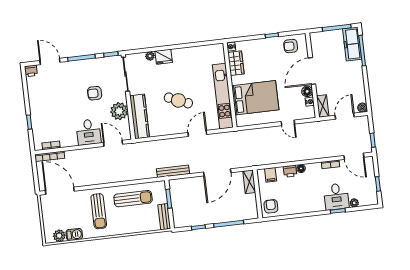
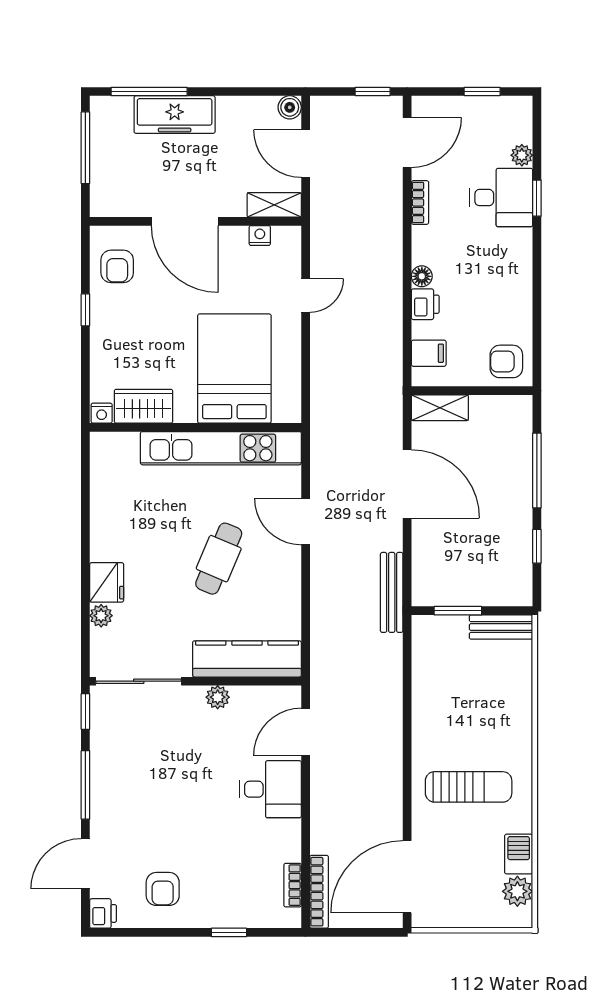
freezer: (352, 44) -> (175, 115), moved
floor lamp: (307, 91) -> (234, 239), removed
armchair: (95, 93) -> (163, 889), moved
plant: (119, 111) -> (218, 697), width x0.53, depth x0.53
sun lounger: (133, 199) -> (447, 699), removed

